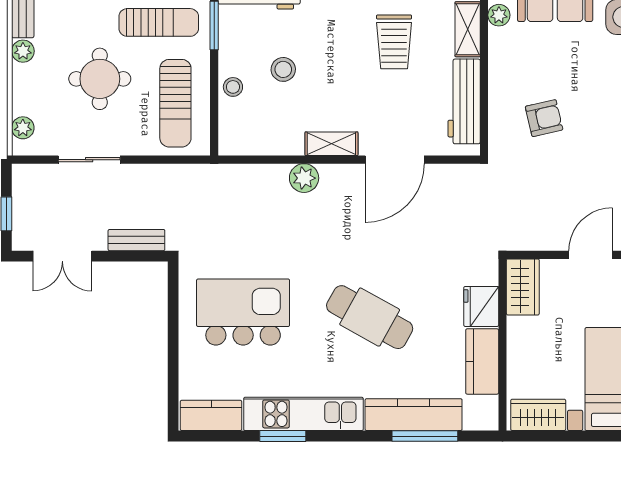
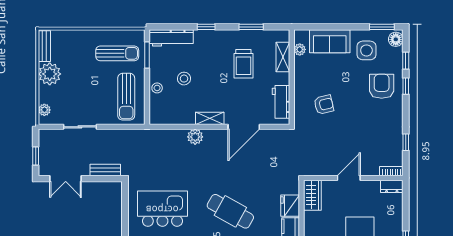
plant: (23, 51) -> (50, 74), width x1.88, depth x1.88
round table: (100, 79) -> (86, 84), removed
workbench: (464, 101) -> (281, 102), width x0.73

